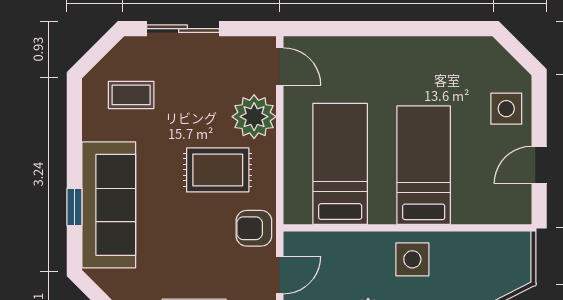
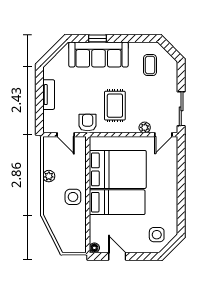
sliding door: (183, 29) -> (181, 109), moved
side table: (506, 109) -> (157, 235), moved
plant: (254, 117) -> (145, 127), width x0.53, depth x0.53
bed: (340, 164) -> (118, 169), width x1.50
floor lamp: (521, 214) -> (94, 248), added

